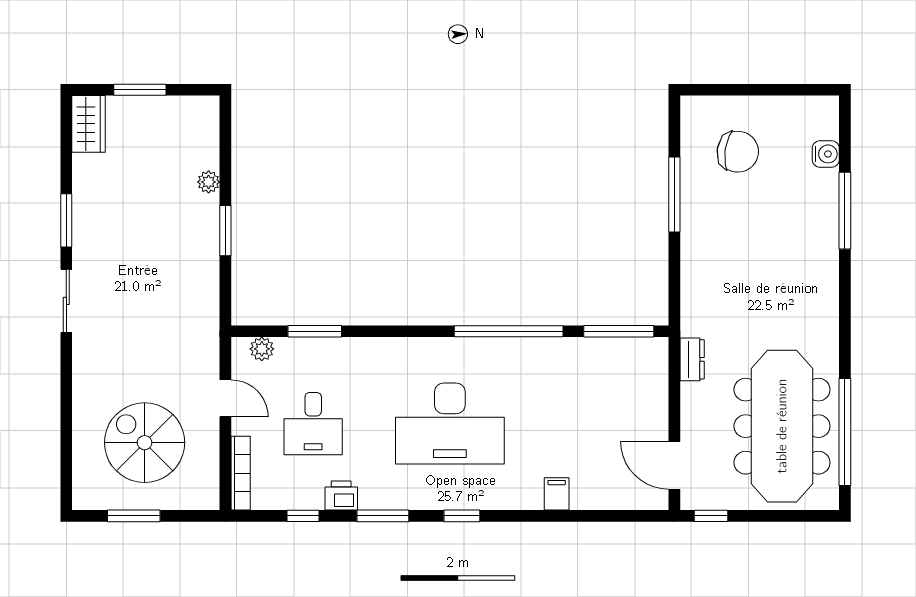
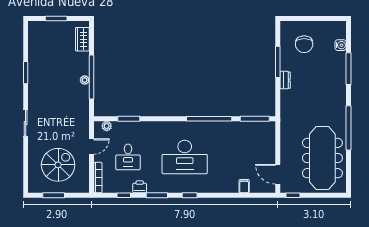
wardrobe: (89, 124) -> (82, 39), moved, turned 180
chair: (738, 152) -> (304, 44), turned 82
plant: (209, 182) -> (85, 80), moved
window: (225, 231) -> (92, 77), width x2.11
sliding door: (66, 301) -> (26, 123), moved
dresser: (692, 359) -> (285, 80), moved
door: (225, 398) -> (92, 146), hinge flipped
window: (845, 432) -> (349, 128), moved
spiral stairs: (145, 443) -> (58, 165), turned 90
filing cabinet: (557, 494) -> (244, 186), moved

